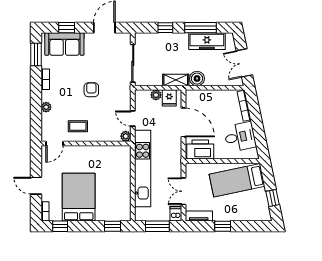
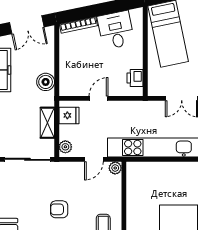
shelving: (176, 80) -> (47, 123), moved
plant: (156, 95) -> (65, 147), moved
door: (183, 122) -> (99, 98), width x0.53
printer: (200, 150) -> (135, 78), width x0.53, depth x0.68

